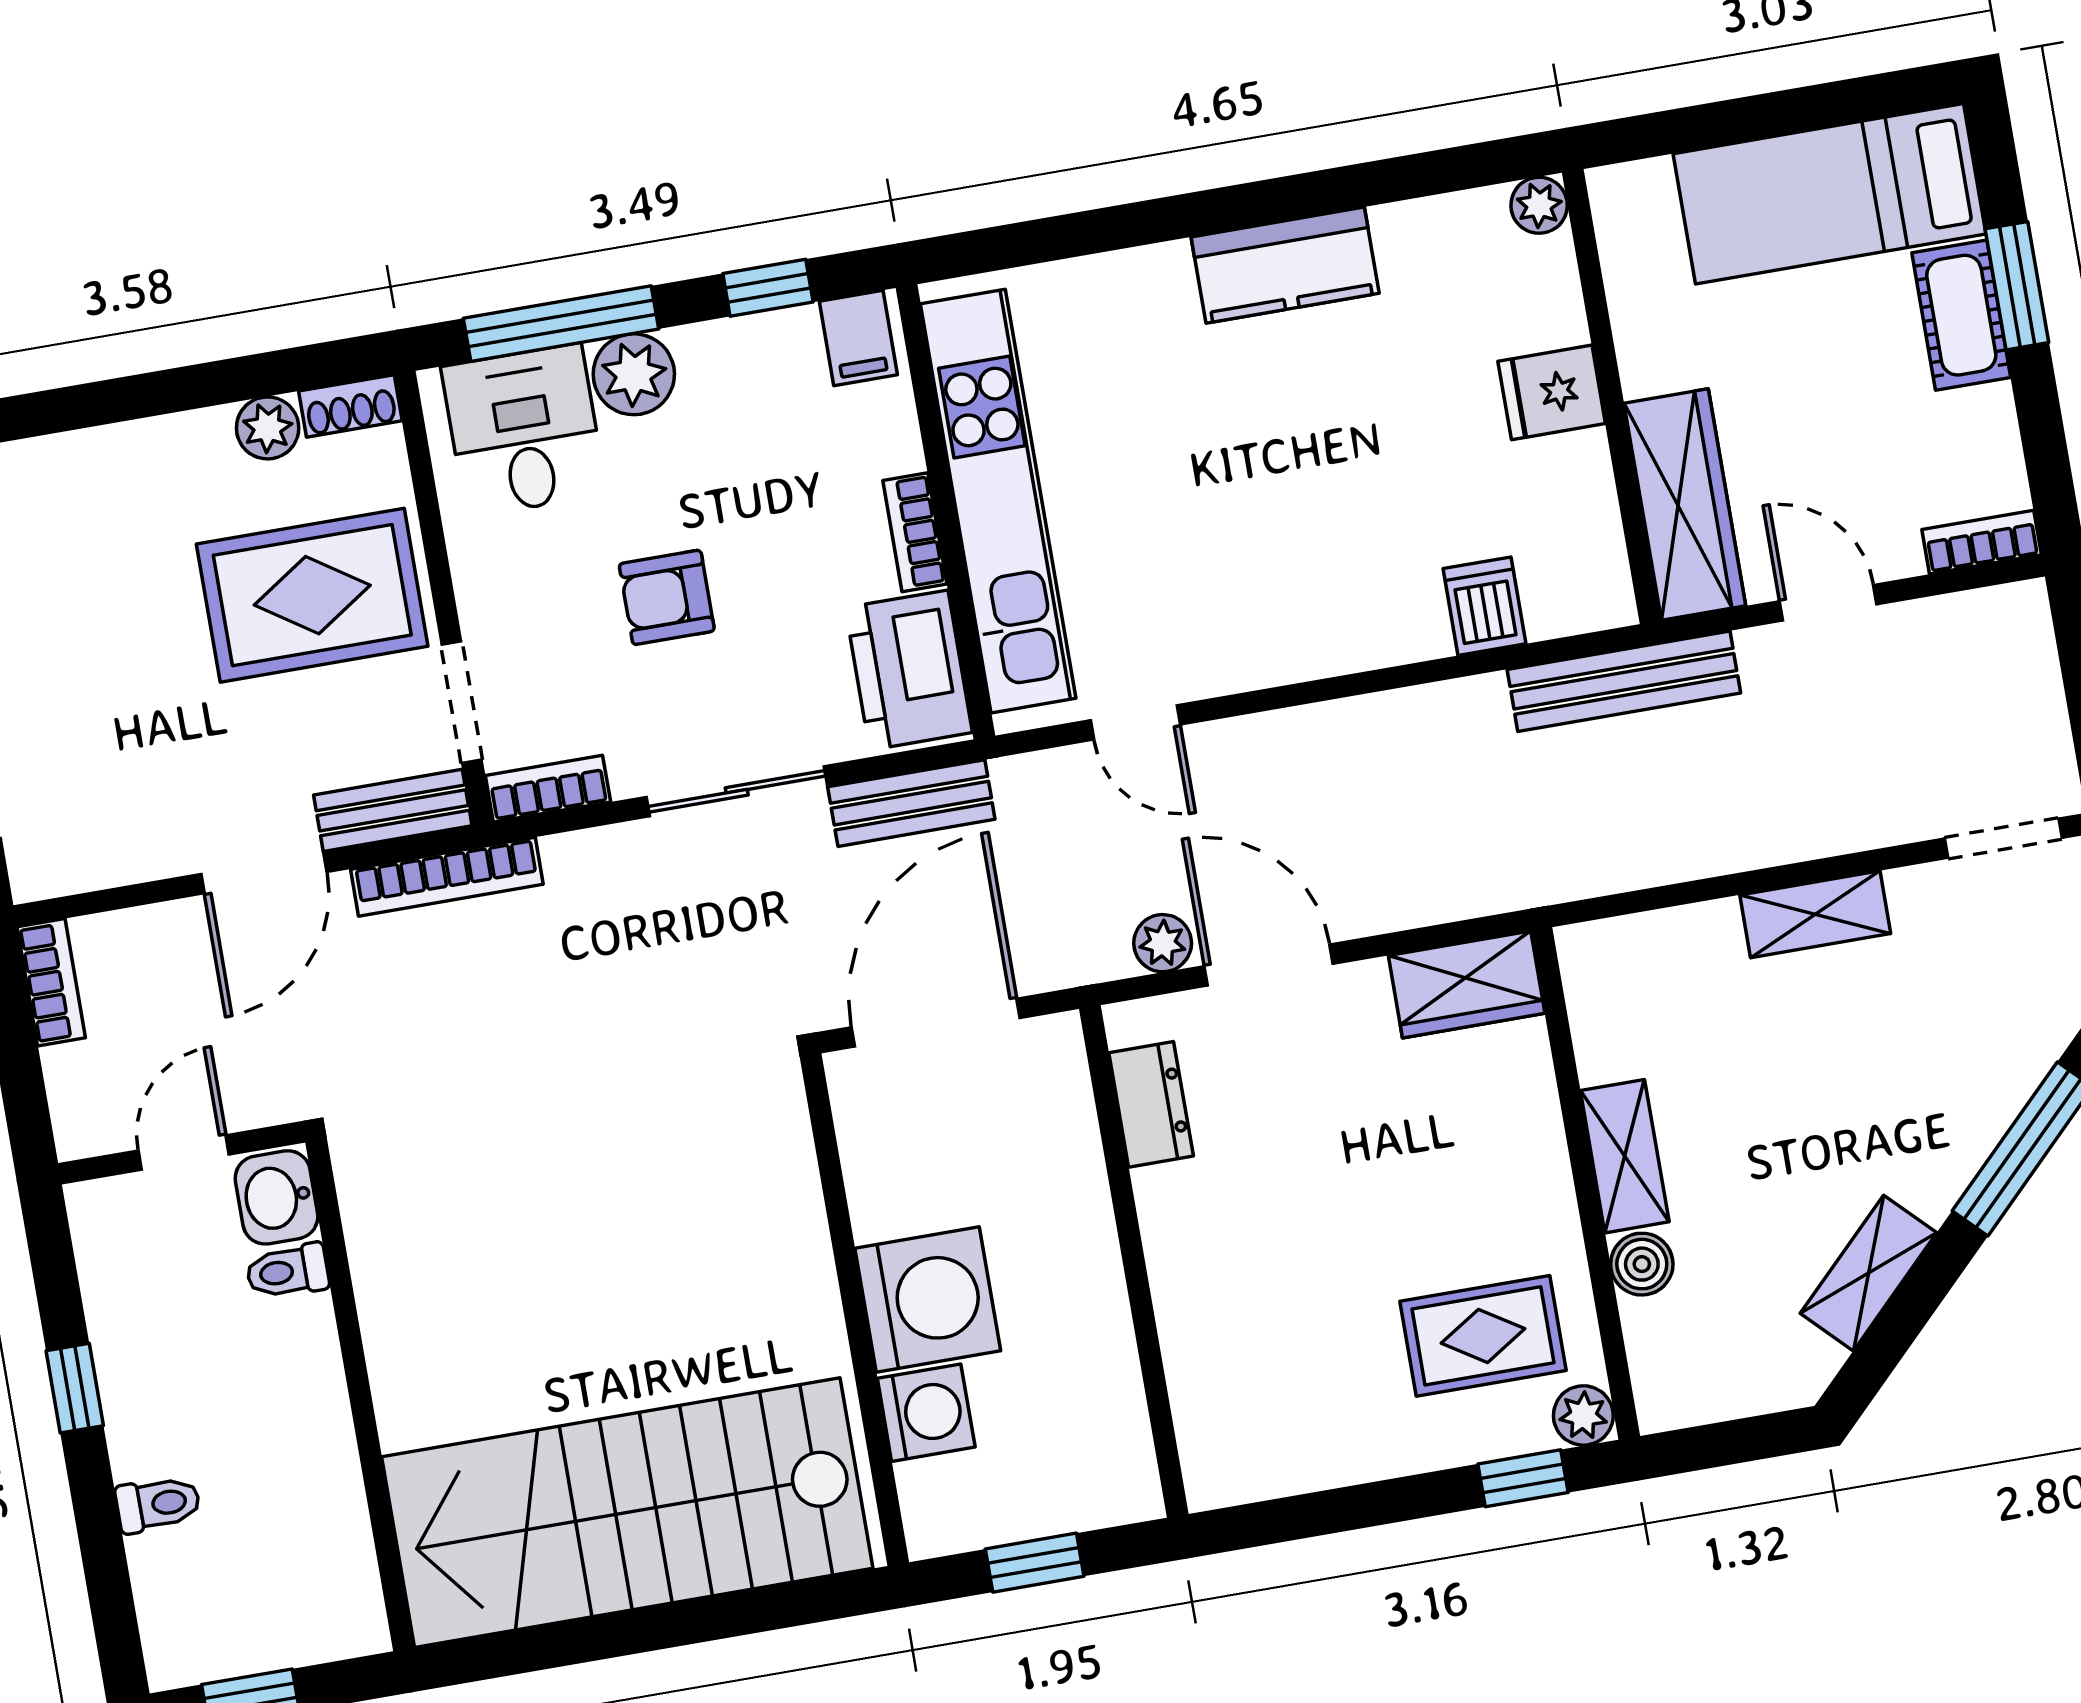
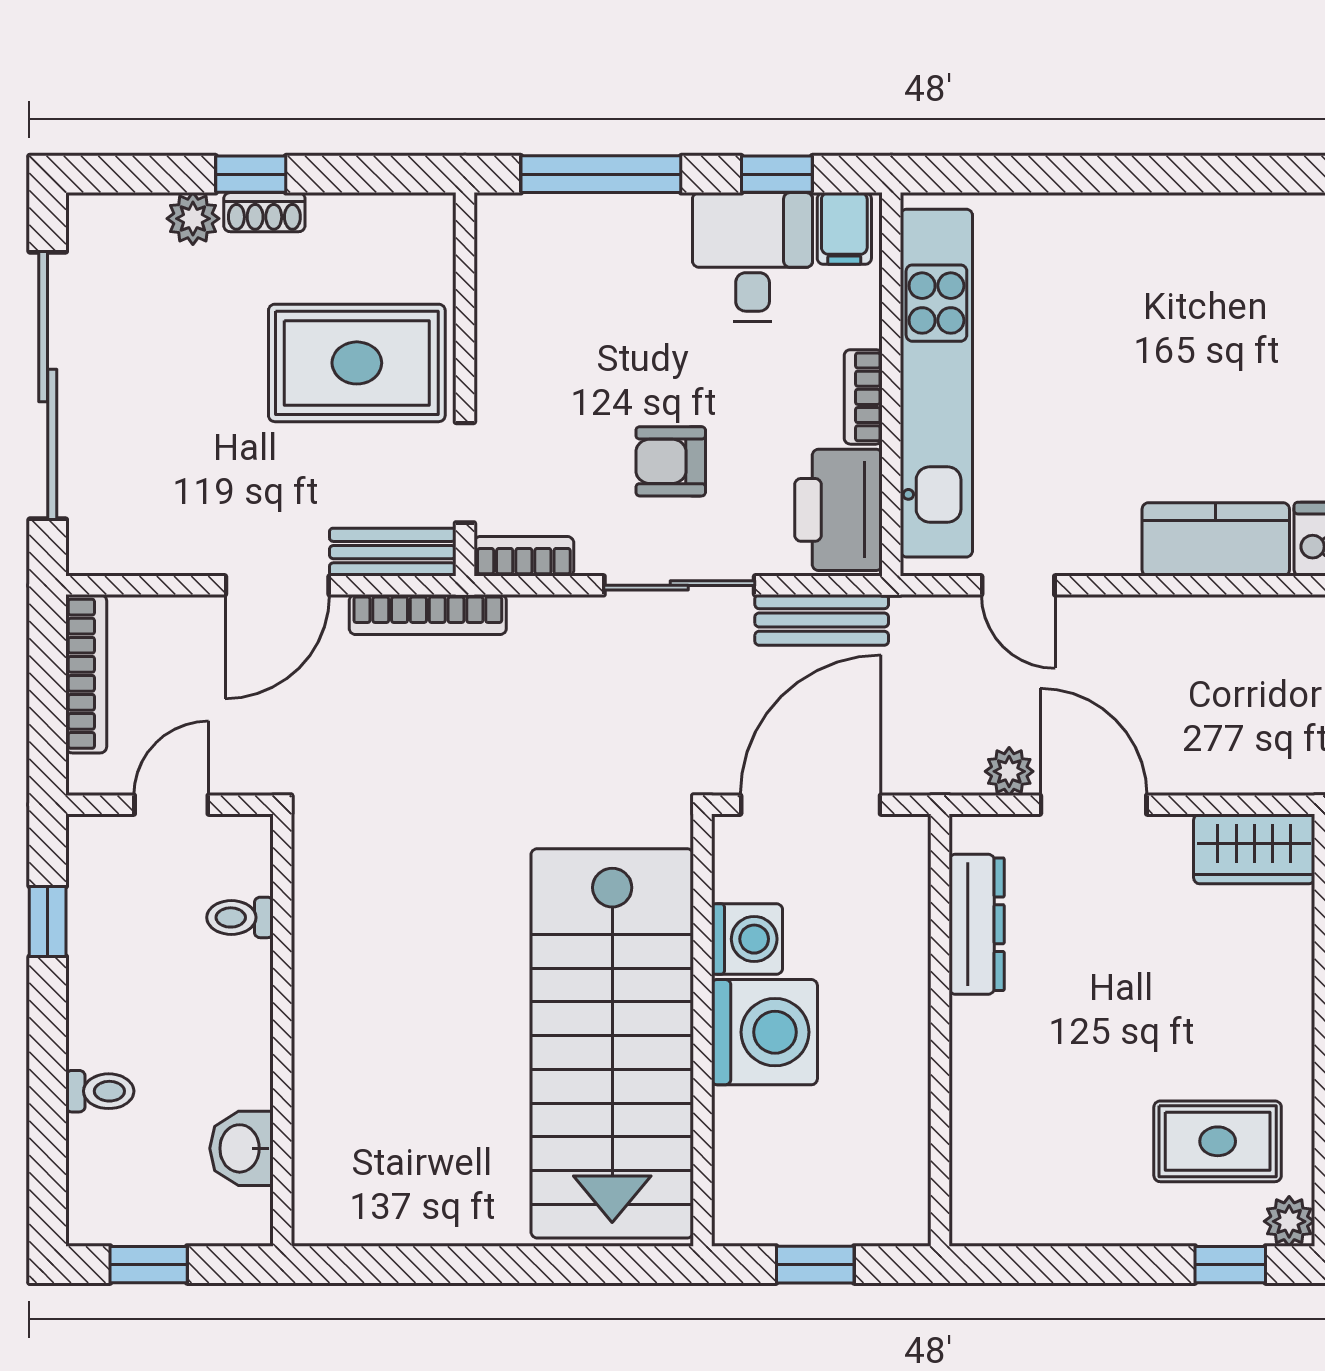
kitchen counter: (1285, 265) -> (1216, 539), moved, turned 180
plant: (634, 374) -> (654, 226), removed
window: (149, 395) -> (251, 174), added
shoe rack: (350, 406) -> (264, 212), moved
plant: (268, 428) -> (193, 219), moved
desk: (524, 430) -> (753, 257), moved
armchair: (667, 597) -> (671, 461), moved
bookcase: (51, 982) -> (86, 674), width x1.56
dresser: (1151, 1104) -> (977, 924), width x1.44
washbasin: (277, 1197) -> (241, 1148), moved
window: (75, 1388) -> (48, 921), moved
washing machine: (926, 1413) -> (747, 939), moved
stairs: (627, 1513) -> (612, 1043), moved, turned -90

